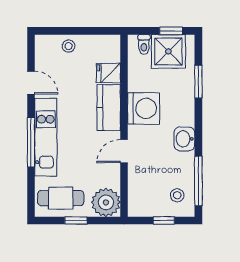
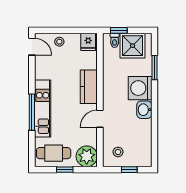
window: (171, 31) -> (119, 30), moved
fridge: (108, 73) -> (88, 42), moved, turned -90
door: (31, 83) -> (32, 47), moved
washing machine: (144, 108) -> (140, 88), moved, turned 180
window: (198, 181) -> (155, 141), removed
stool: (177, 195) -> (118, 152), moved

